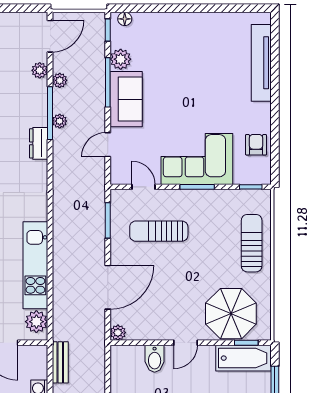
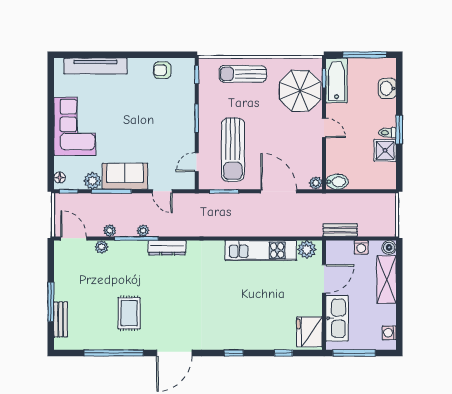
dresser: (39, 143) -> (167, 248), width x1.44
corner sofa: (197, 159) -> (75, 126), moved, turned 180
sun lounger: (159, 231) -> (233, 150), width x1.36, depth x1.34
bidet: (155, 359) -> (337, 182), moved

